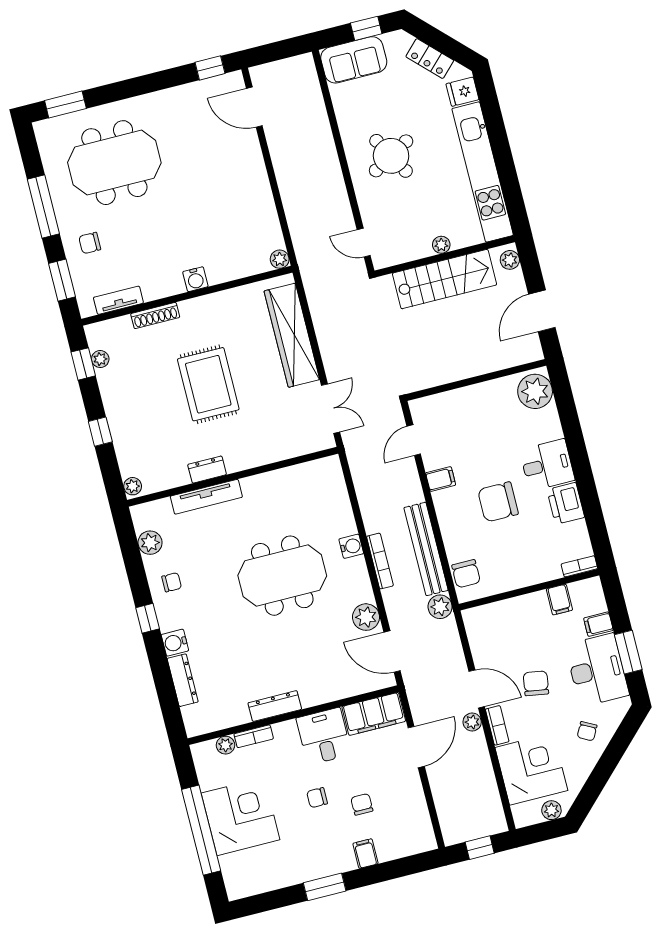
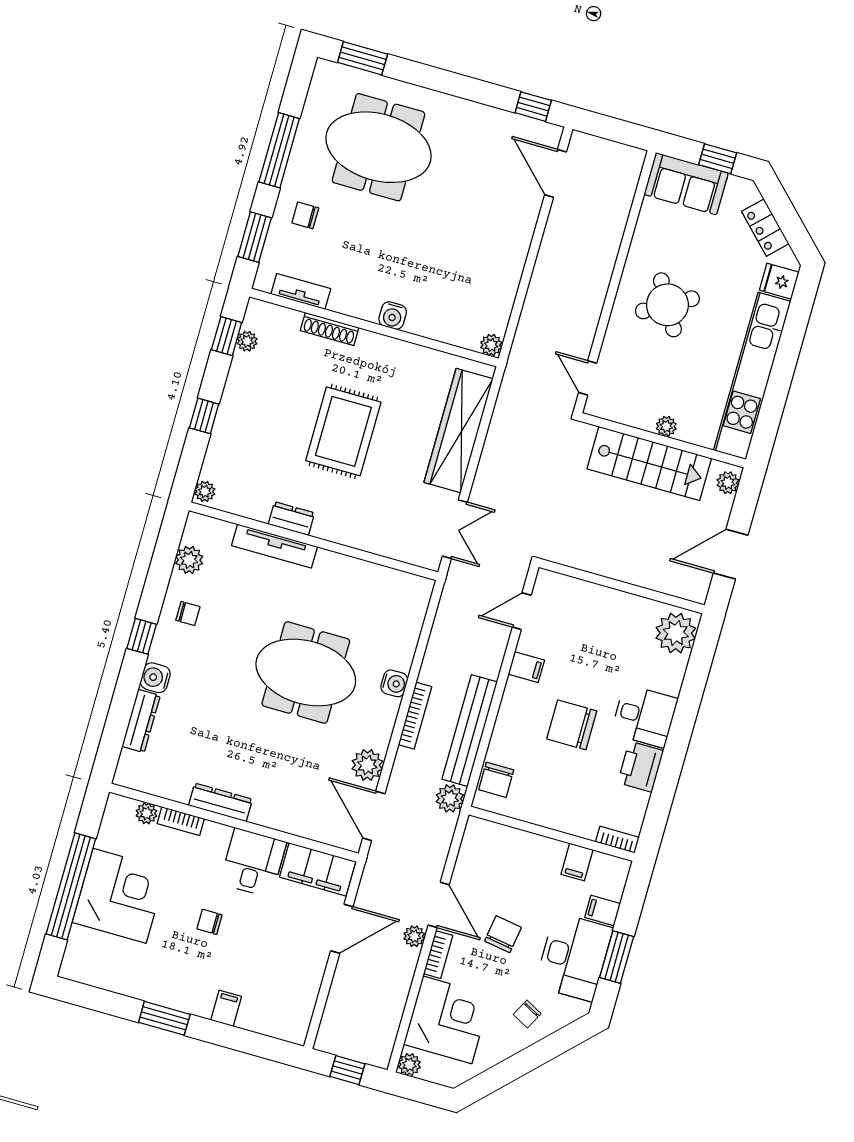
chair: (362, 804) -> (252, 955), removed
plant: (551, 810) -> (409, 1065), moved

